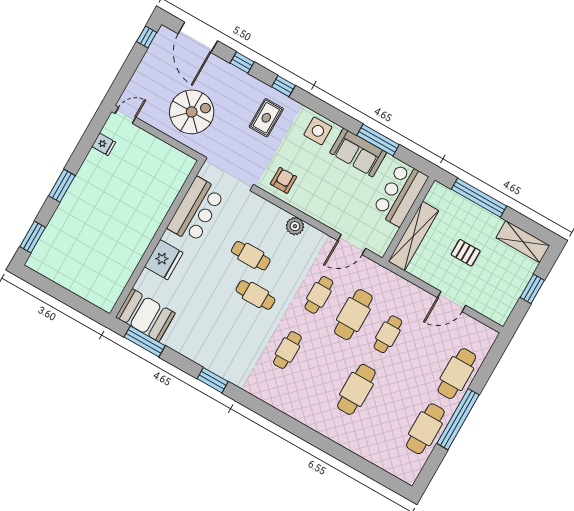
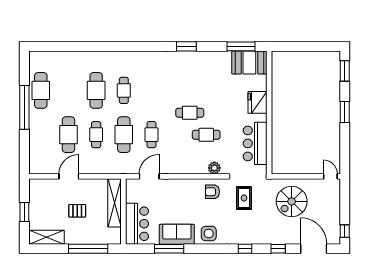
door: (125, 115) -> (330, 176), swing flipped
rug: (266, 118) -> (244, 198), moved
fridge: (104, 144) -> (334, 151), removed
armchair: (283, 180) -> (212, 192), turned 90
plant: (295, 226) -> (214, 168), moved
cafe table: (287, 350) -> (124, 90), moved
cafe table: (457, 374) -> (68, 135), moved

